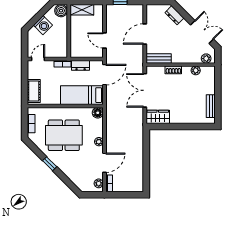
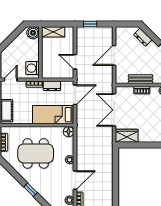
washing machine: (43, 25) -> (32, 68), moved, turned 135
bench: (159, 58) -> (141, 79), moved
window: (50, 164) -> (31, 190), moved

